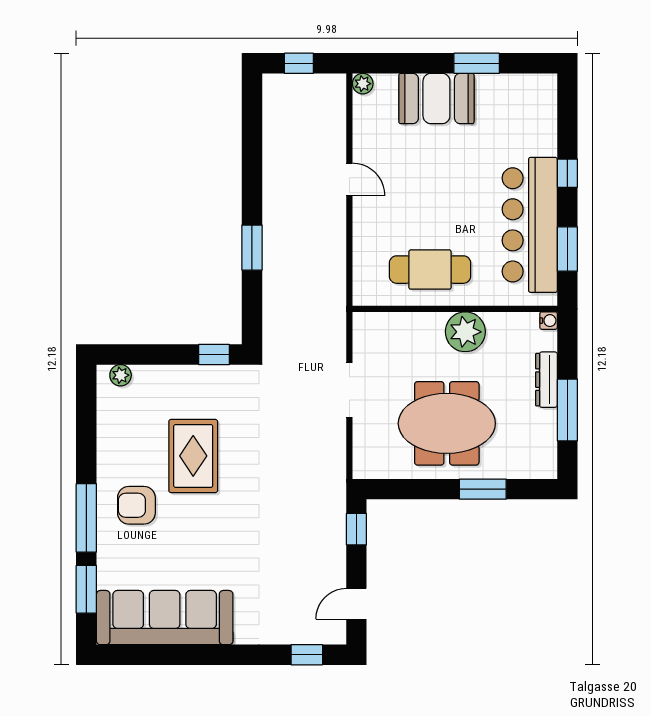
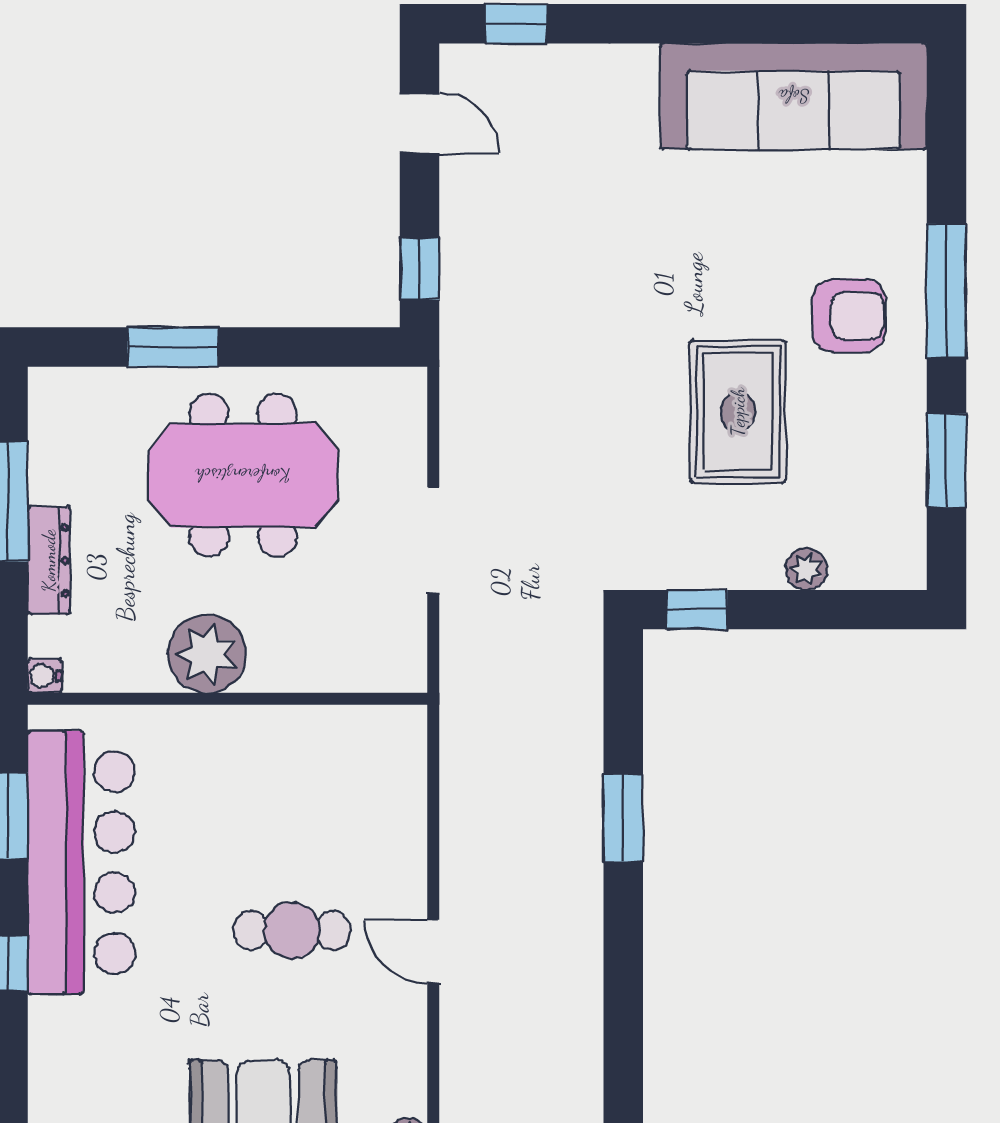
cafe table: (430, 270) -> (292, 930), moved, width x0.73, depth x0.74
plant: (121, 375) -> (807, 569), moved
window: (86, 589) -> (946, 461), moved
door: (356, 604) -> (419, 123), hinge flipped

